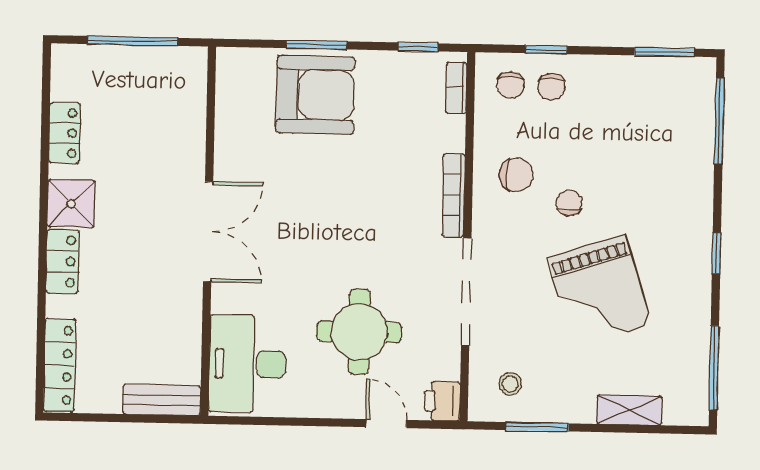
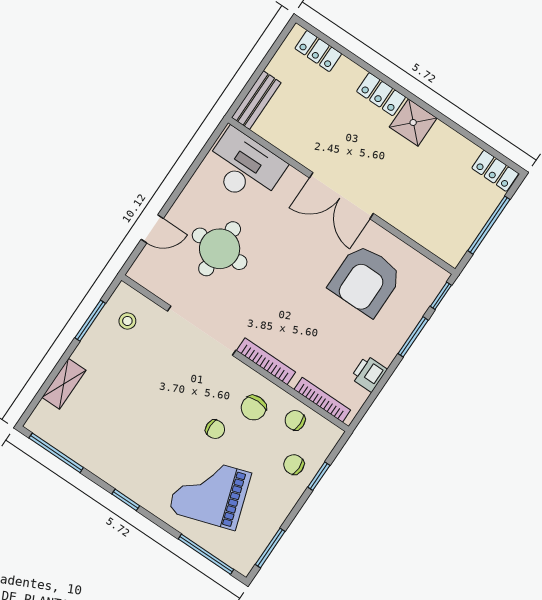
window: (418, 47) -> (441, 296), moved
chair: (511, 85) -> (295, 420), moved
bookcase: (456, 88) -> (322, 400), width x1.56
armchair: (315, 95) -> (366, 280), moved
locker: (64, 133) -> (495, 171), moved
grand piano: (599, 291) -> (210, 492), moved
locker: (60, 365) -> (318, 51), width x0.66
printer: (442, 401) -> (369, 374), moved, turned -90

